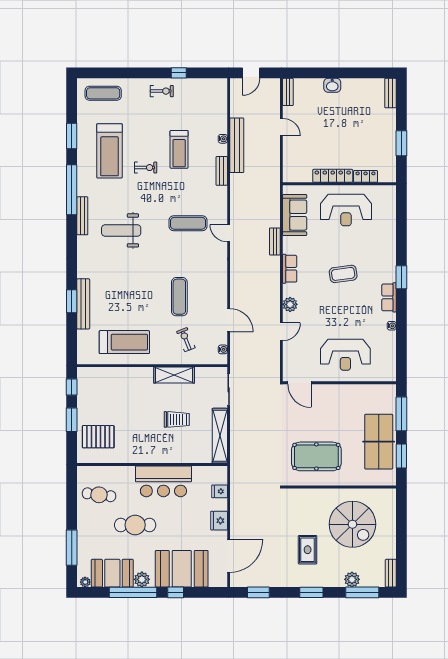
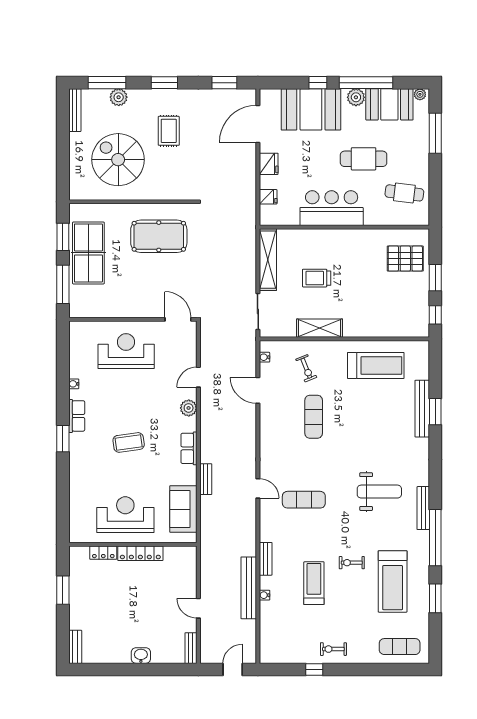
treadmill: (109, 151) -> (393, 581), turned 180
treadmill: (124, 342) -> (376, 365), turned 180
bench: (391, 573) -> (75, 110), width x1.36

